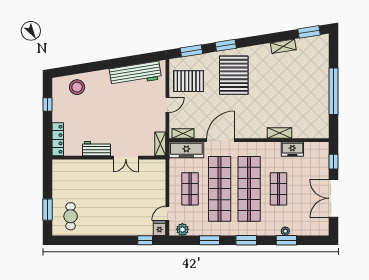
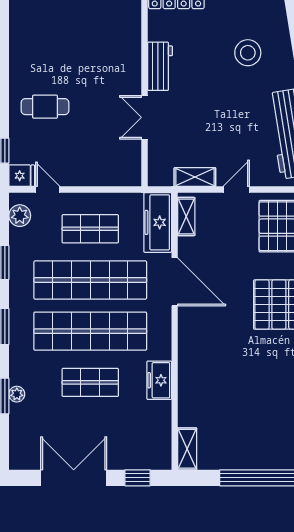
stool: (77, 87) -> (248, 53), moved
door: (167, 105) -> (236, 190), swing flipped
shelving: (280, 133) -> (187, 449), moved
shelving: (160, 144) -> (195, 177), moved
freezer: (292, 149) -> (159, 380), moved
cafe table: (71, 216) -> (45, 107), moved

